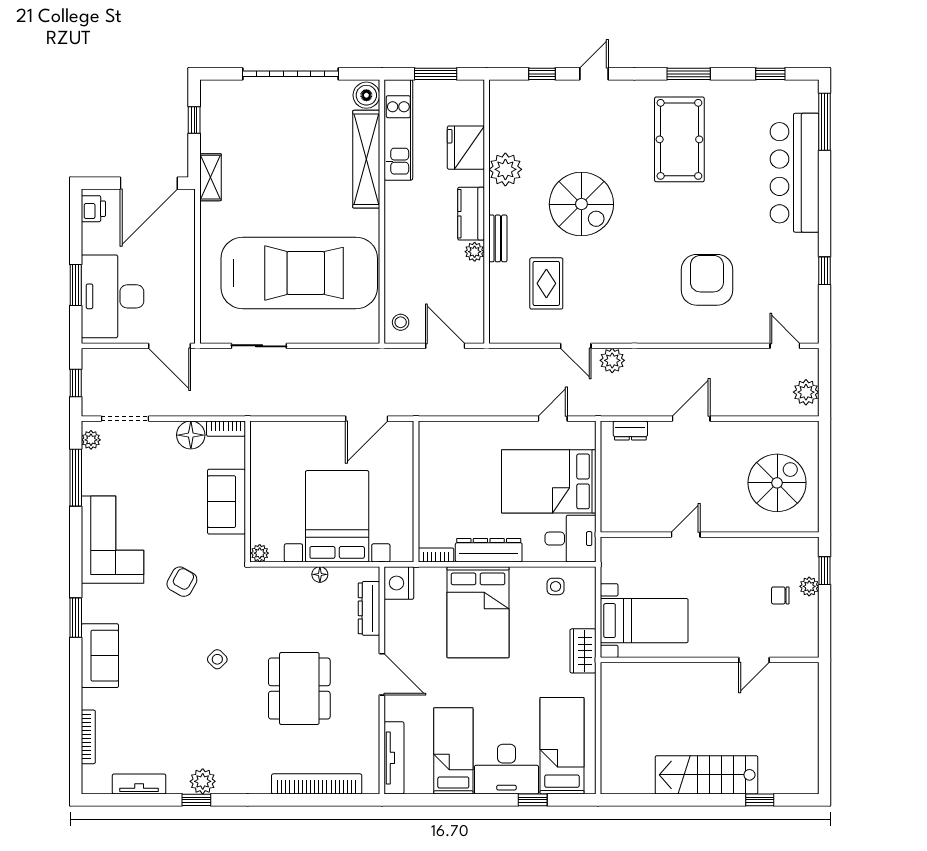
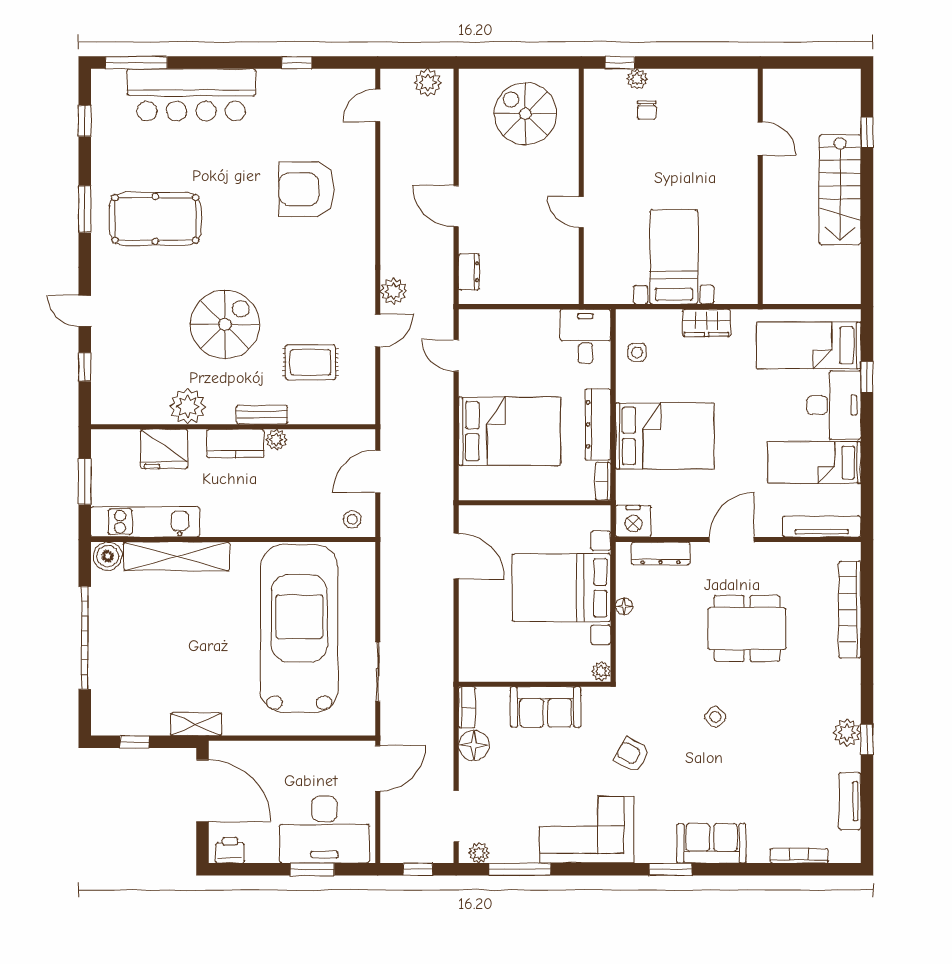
bed: (549, 481) -> (509, 431), moved, turned -90
wall: (710, 660) -> (760, 186), moved
door: (754, 660) -> (760, 139), moved

